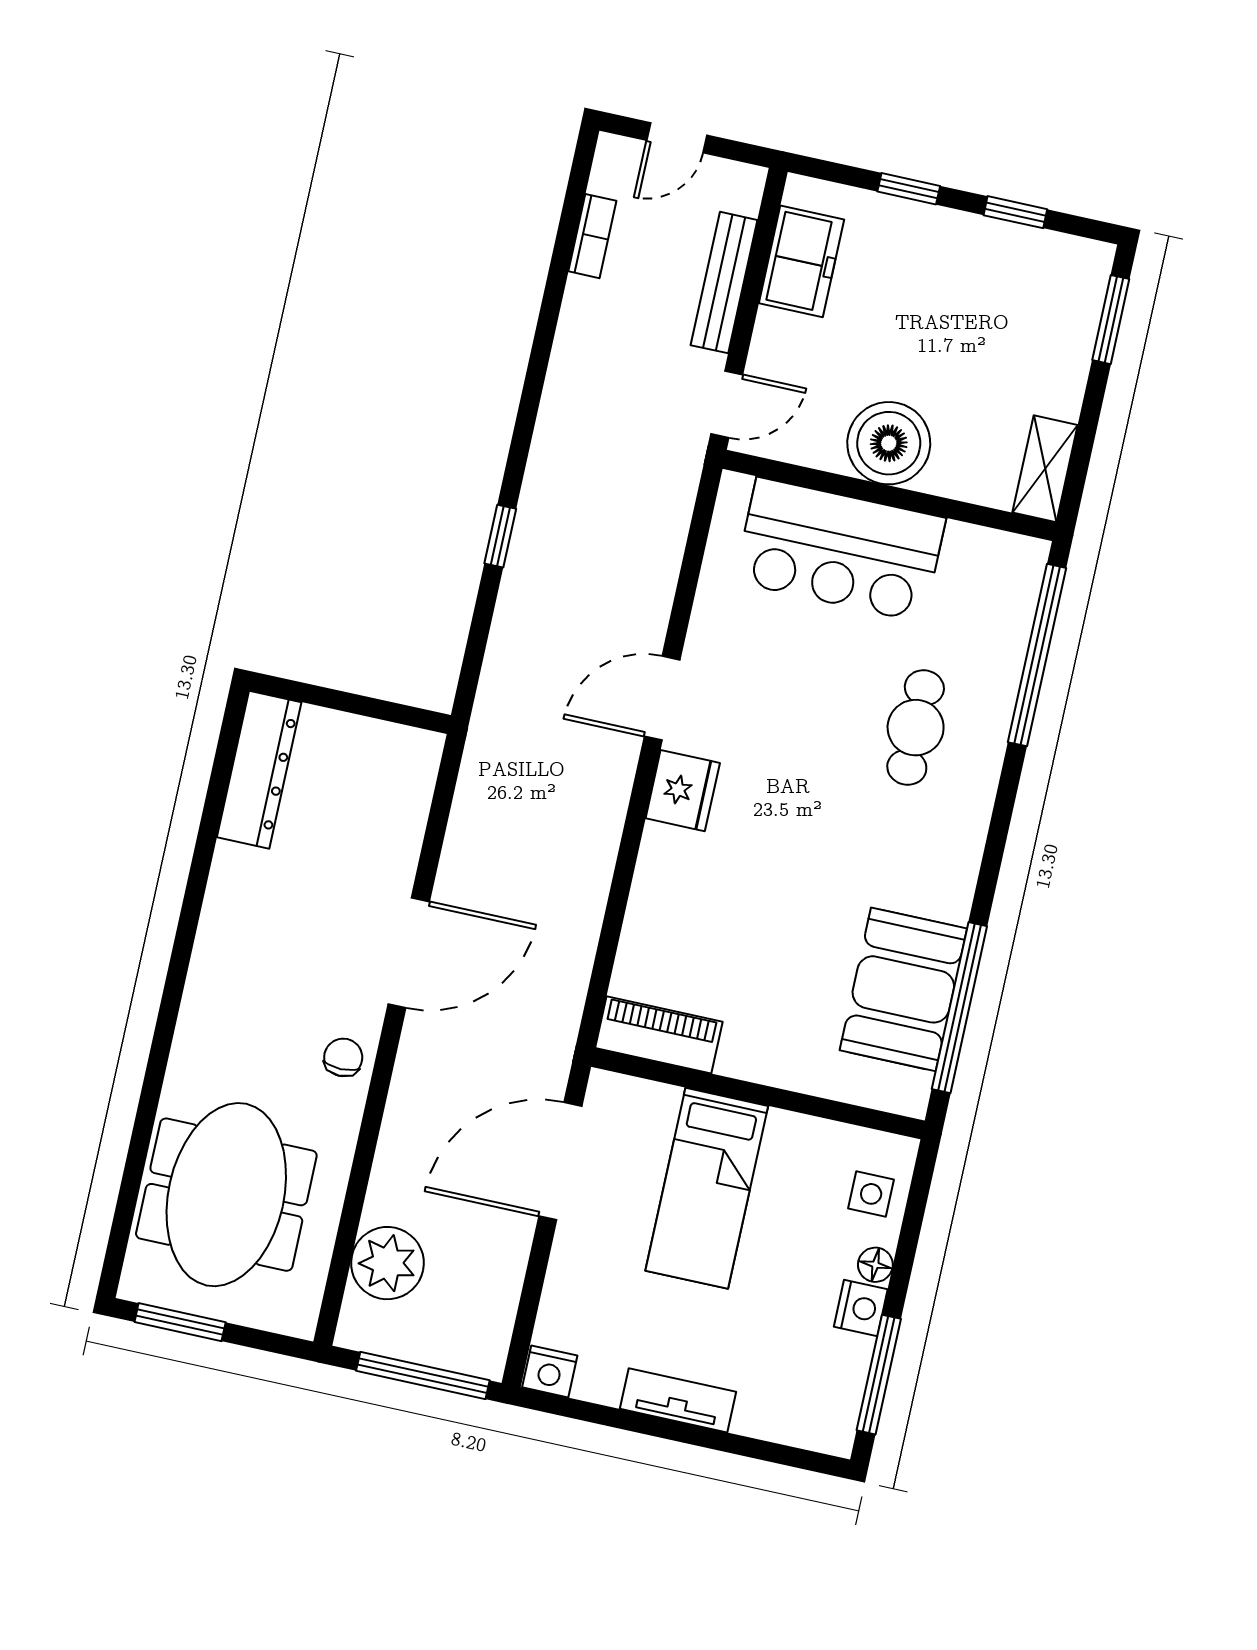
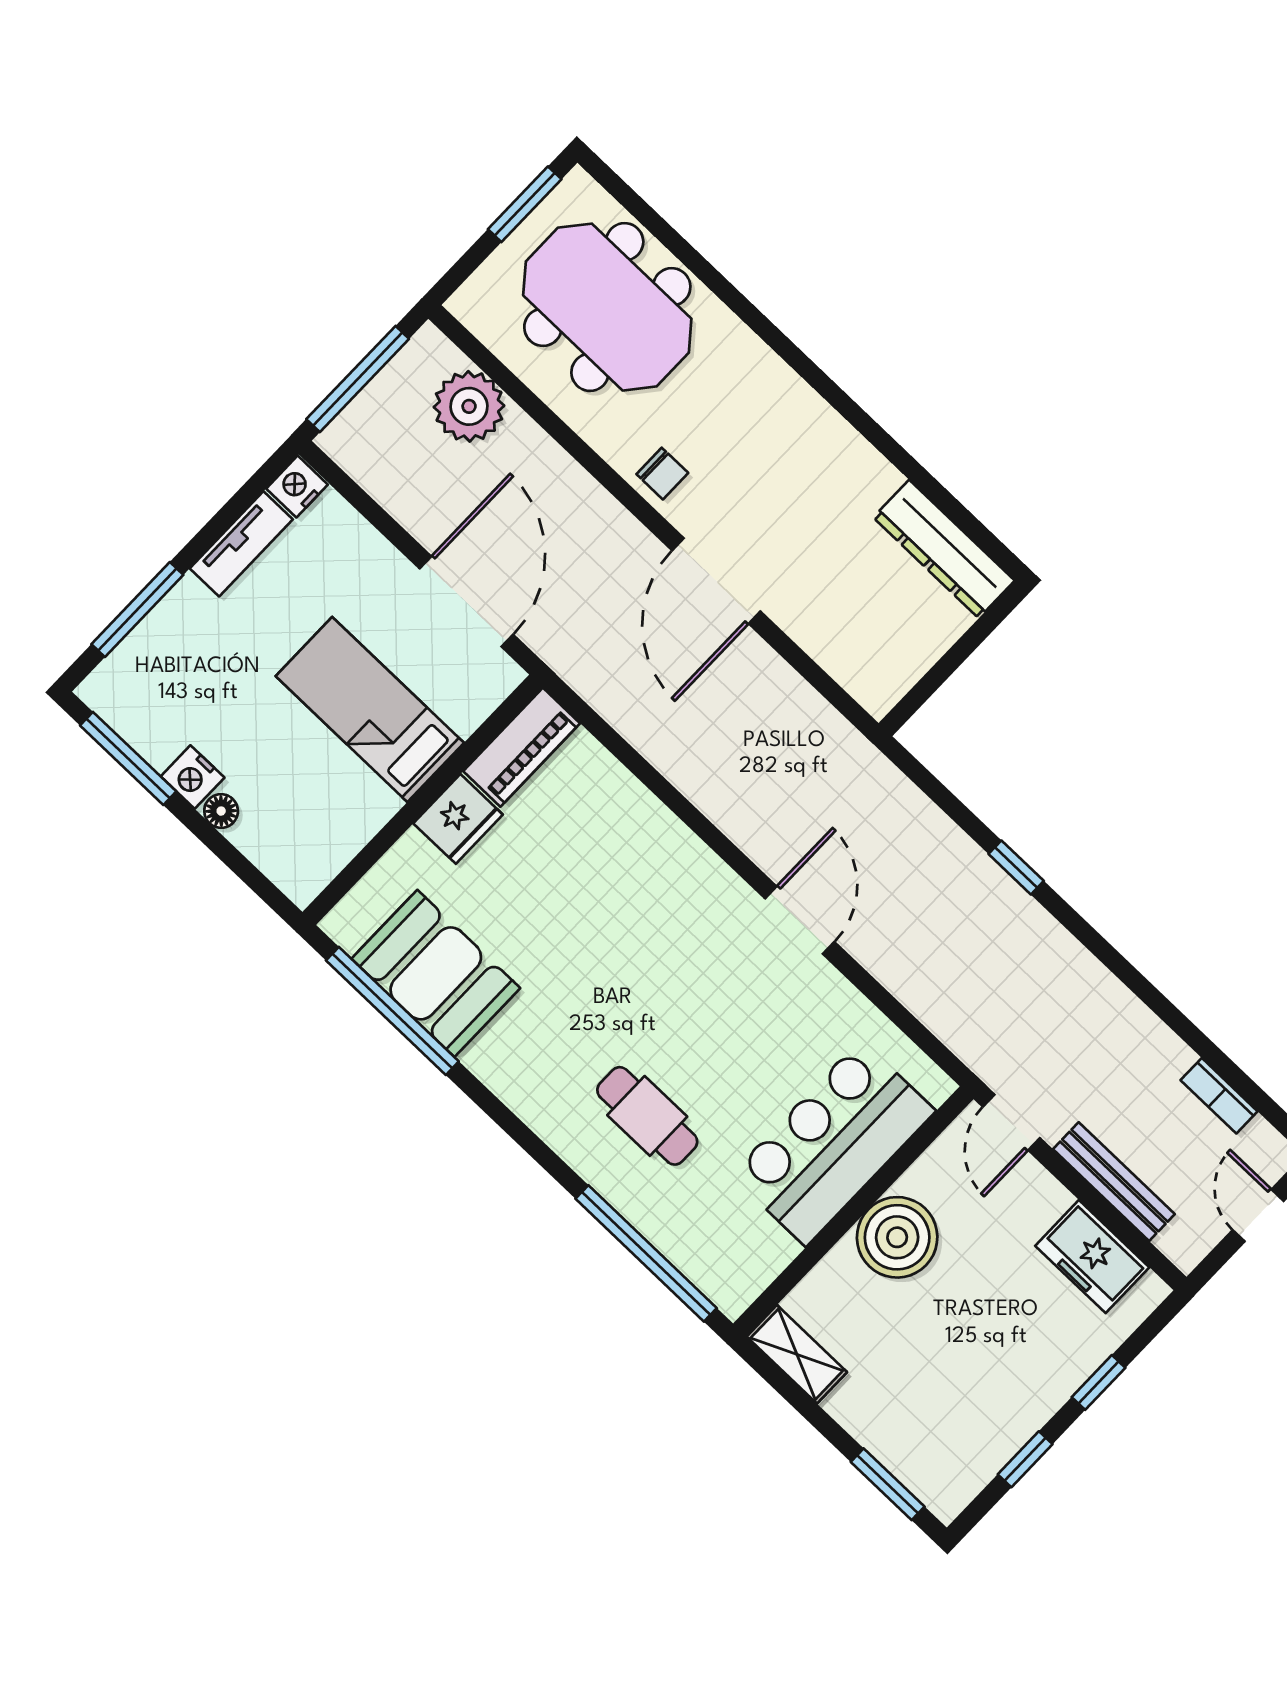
fridge: (683, 791) -> (458, 819), moved, turned -90
side table: (871, 1194) -> (282, 843), removed
tv unit: (678, 1400) -> (241, 544), moved
window: (743, 1446) -> (137, 610), added

